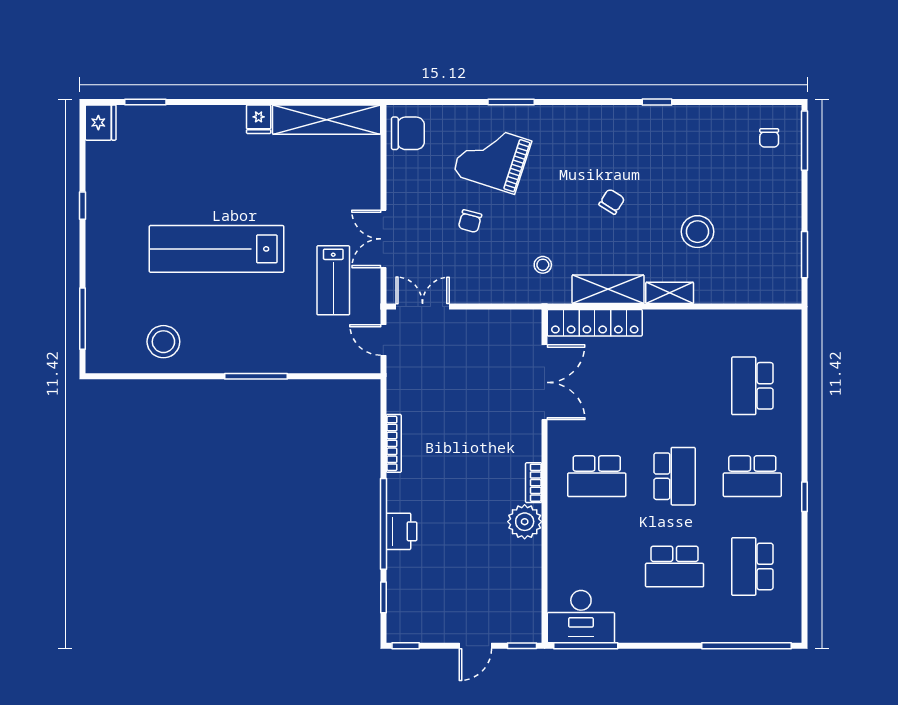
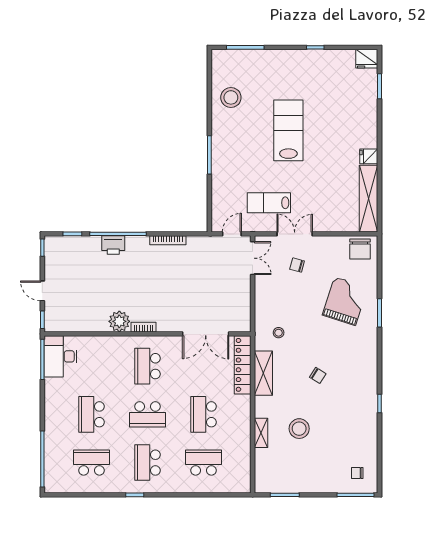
chair: (470, 221) -> (297, 265), moved
lab bench: (217, 249) -> (288, 130), width x0.73
shelving: (670, 293) -> (261, 433), moved
school desk: (675, 386) -> (204, 414), added

